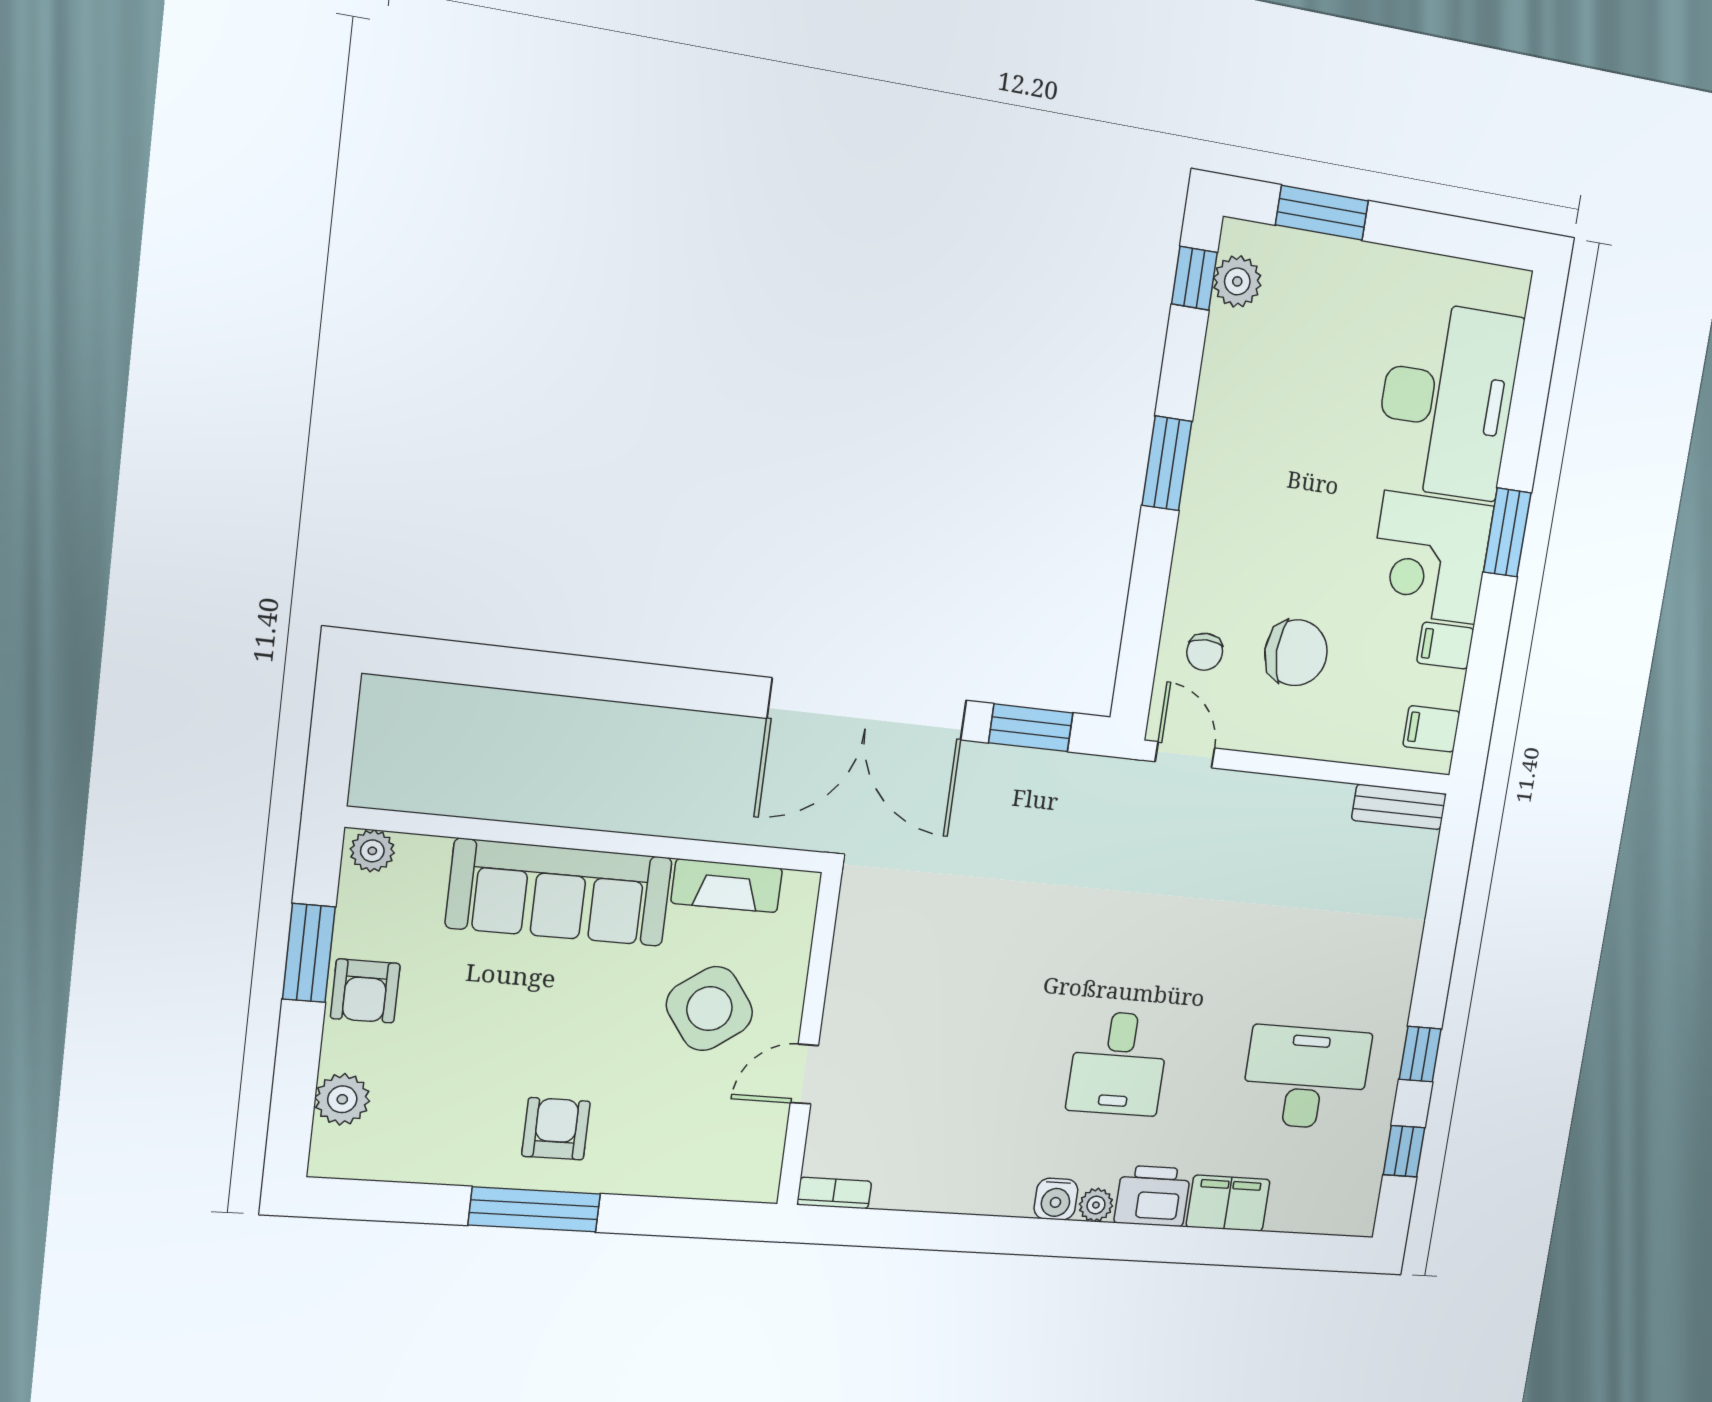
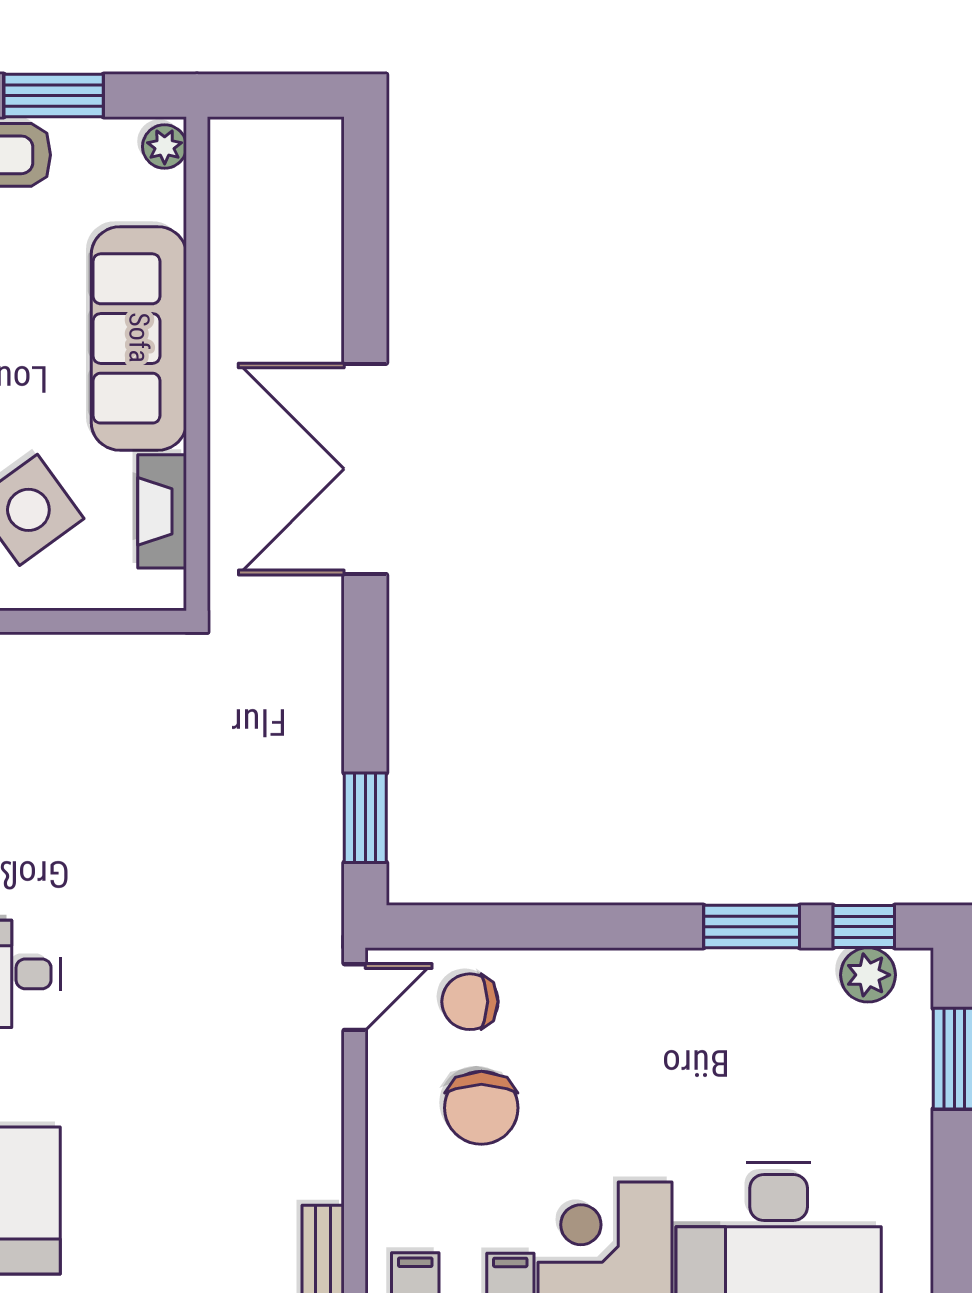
window: (1167, 463) -> (752, 927), moved
chair: (1205, 652) -> (470, 1002), width x1.37, depth x1.37
double door: (868, 709) -> (365, 469), moved

